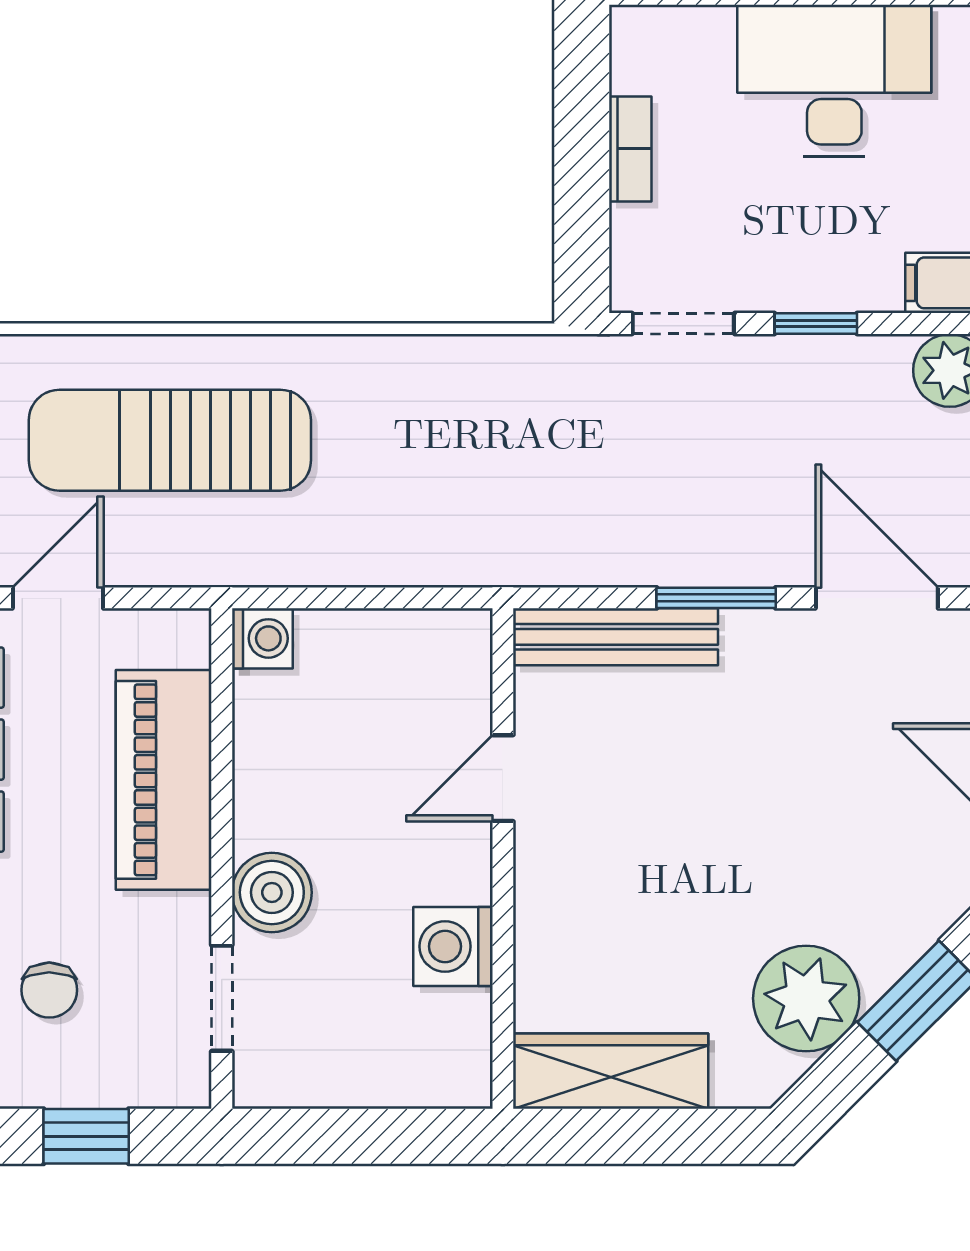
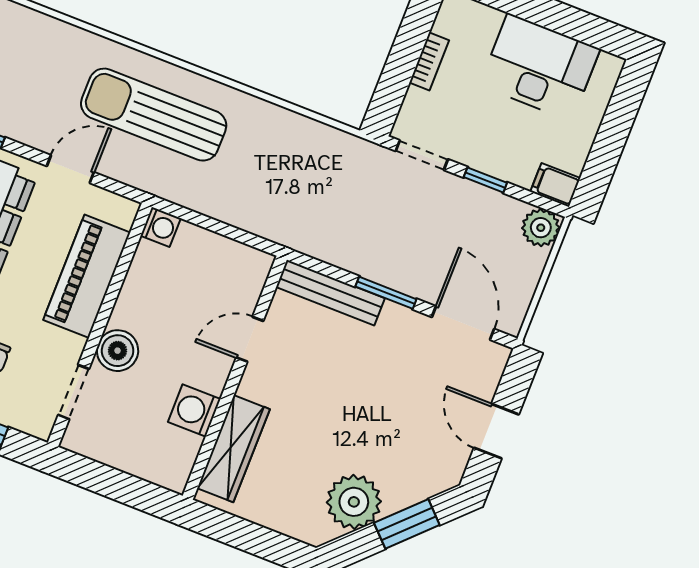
wardrobe: (611, 1071) -> (233, 449), moved, turned 90

